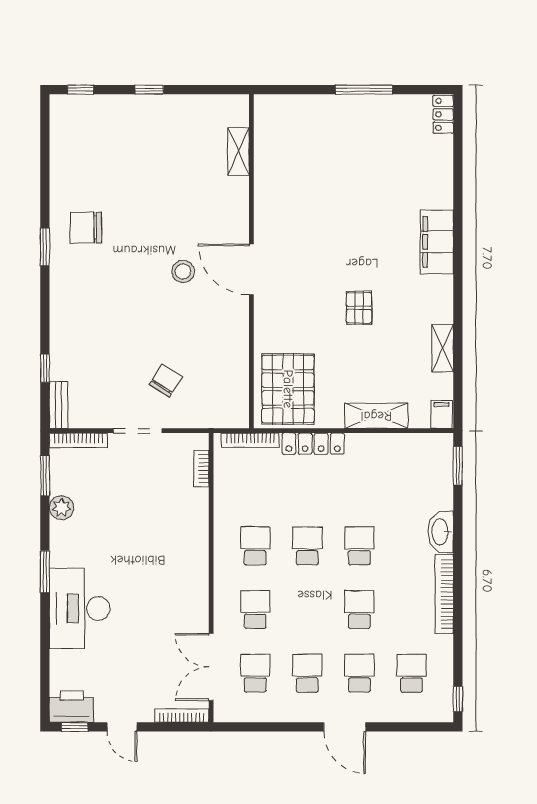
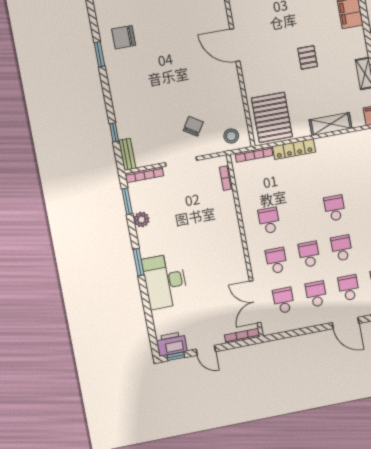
stool: (183, 271) -> (231, 136), moved
school desk: (307, 546) -> (309, 254), moved

